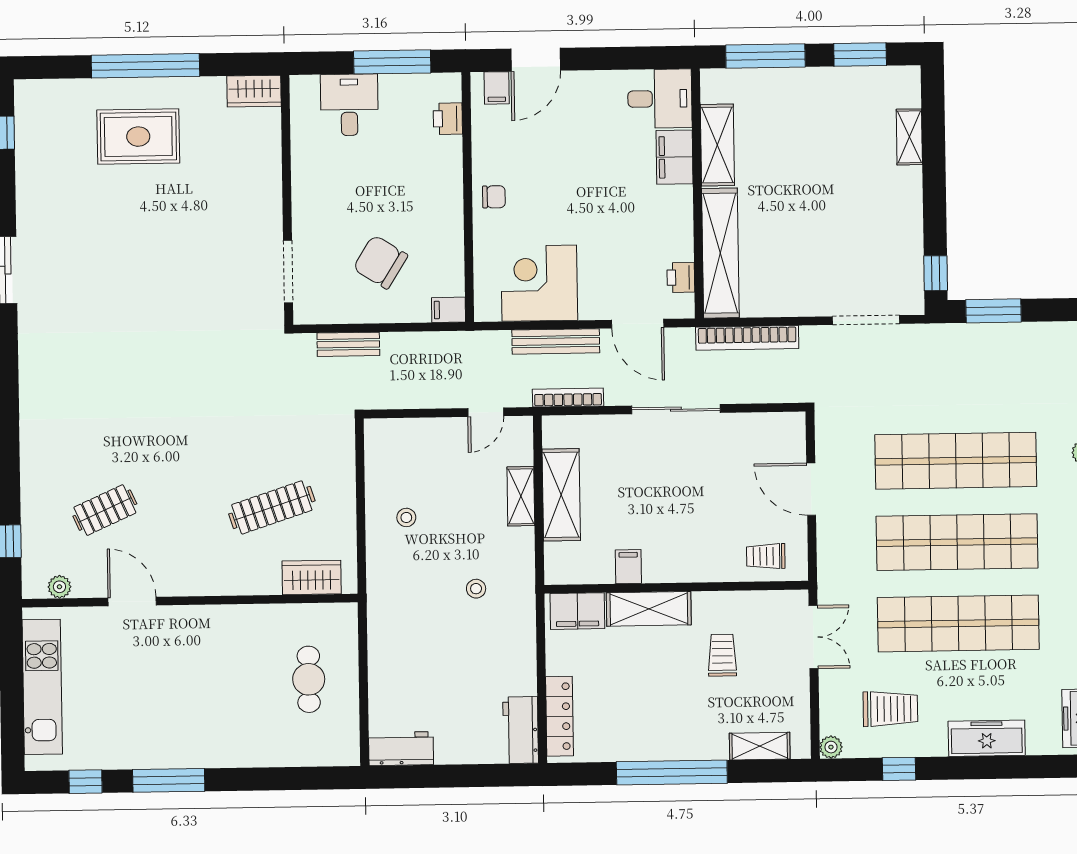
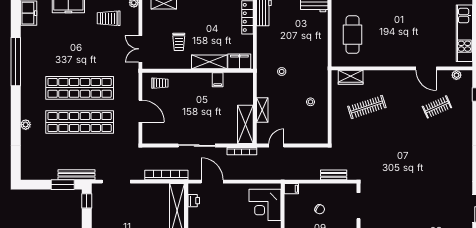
chair: (380, 262) -> (320, 209), width x0.54, depth x0.54
corner desk: (539, 283) -> (265, 205), moved, turned 90
bench: (556, 341) -> (76, 175), moved
shelving: (561, 495) -> (245, 124), moved
shop shelf: (958, 623) -> (80, 54), removed
cafe table: (309, 679) -> (353, 35), width x1.37, depth x1.35

